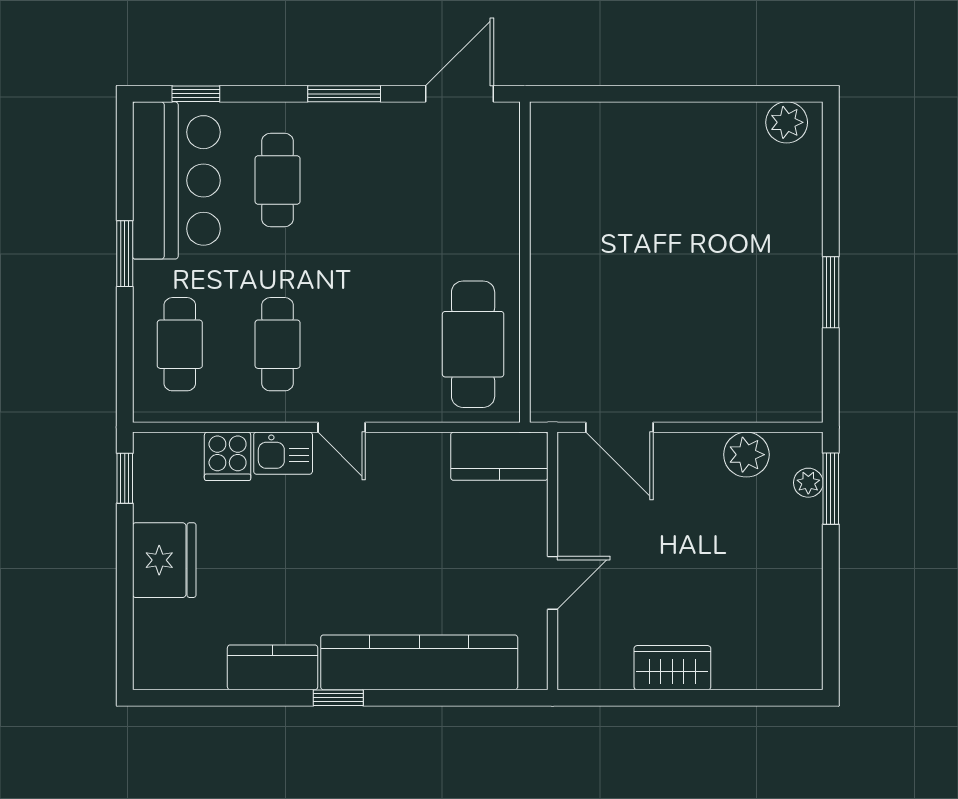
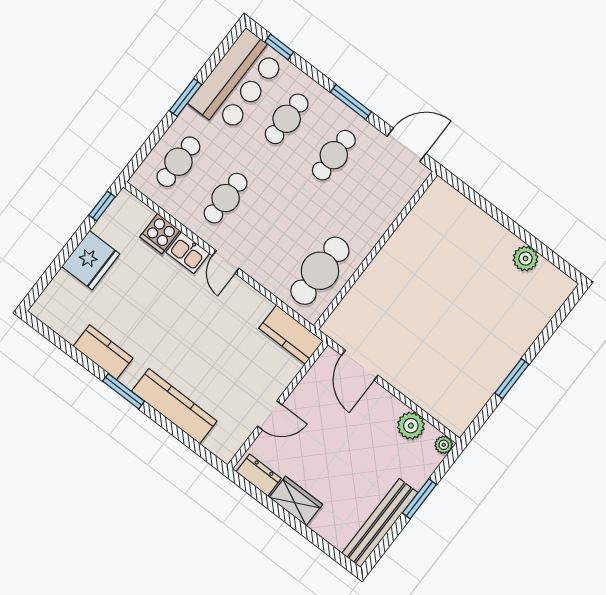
plant: (787, 122) -> (526, 259), moved
cafe table: (375, 180) -> (334, 155), added
plant: (808, 483) -> (444, 445), moved
window: (831, 489) -> (419, 499), moved
bench: (804, 612) -> (380, 523), added
kitchen counter: (419, 662) -> (174, 406), width x0.72, depth x0.86
dresser: (598, 671) -> (259, 475), added
window: (338, 698) -> (124, 391), width x1.50

